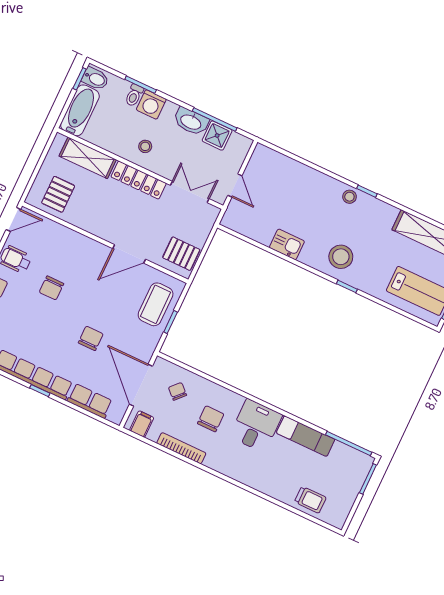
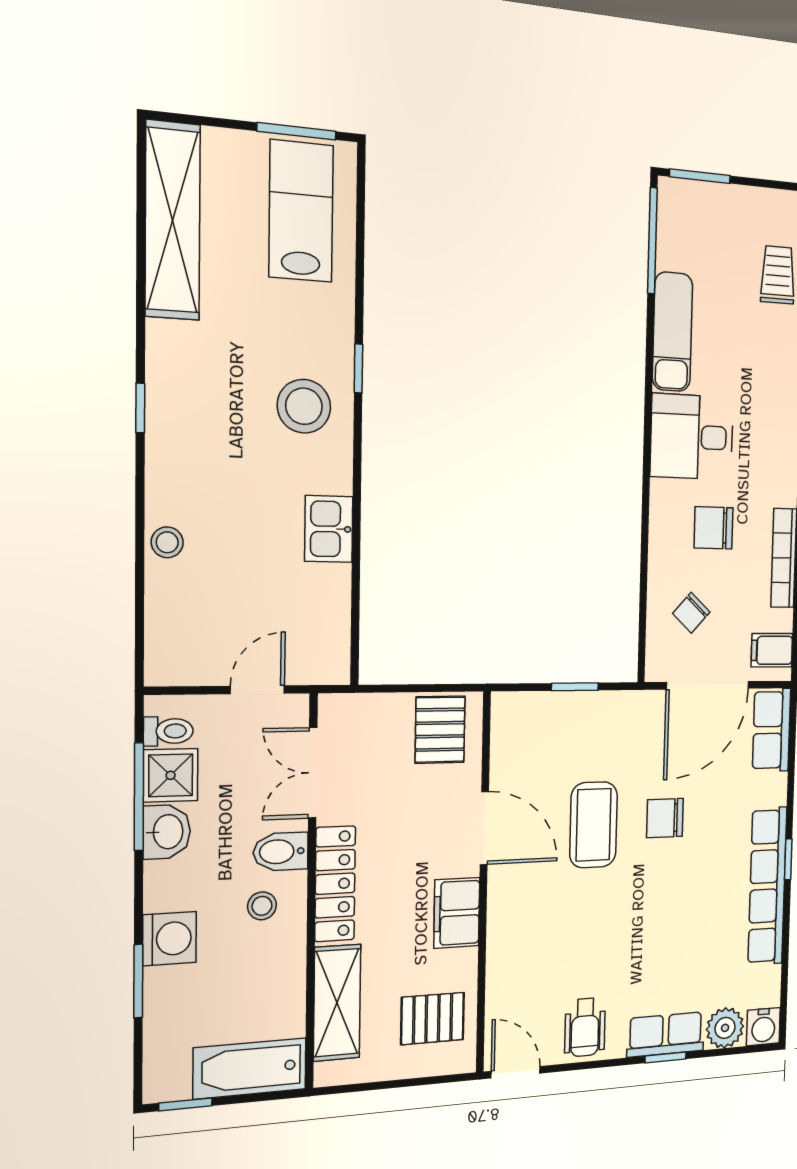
bidet: (95, 79) -> (281, 852), moved, turned -90
toilet: (134, 95) -> (168, 731), moved
washbasin: (191, 122) -> (167, 832), width x0.72
stool: (349, 197) -> (167, 542), moved
filing cabinet: (99, 225) -> (457, 913), added
chair: (51, 288) -> (607, 936), removed
coffee table: (156, 304) -> (593, 825), moved, turned 90
row of seats: (90, 401) -> (772, 730), moved

